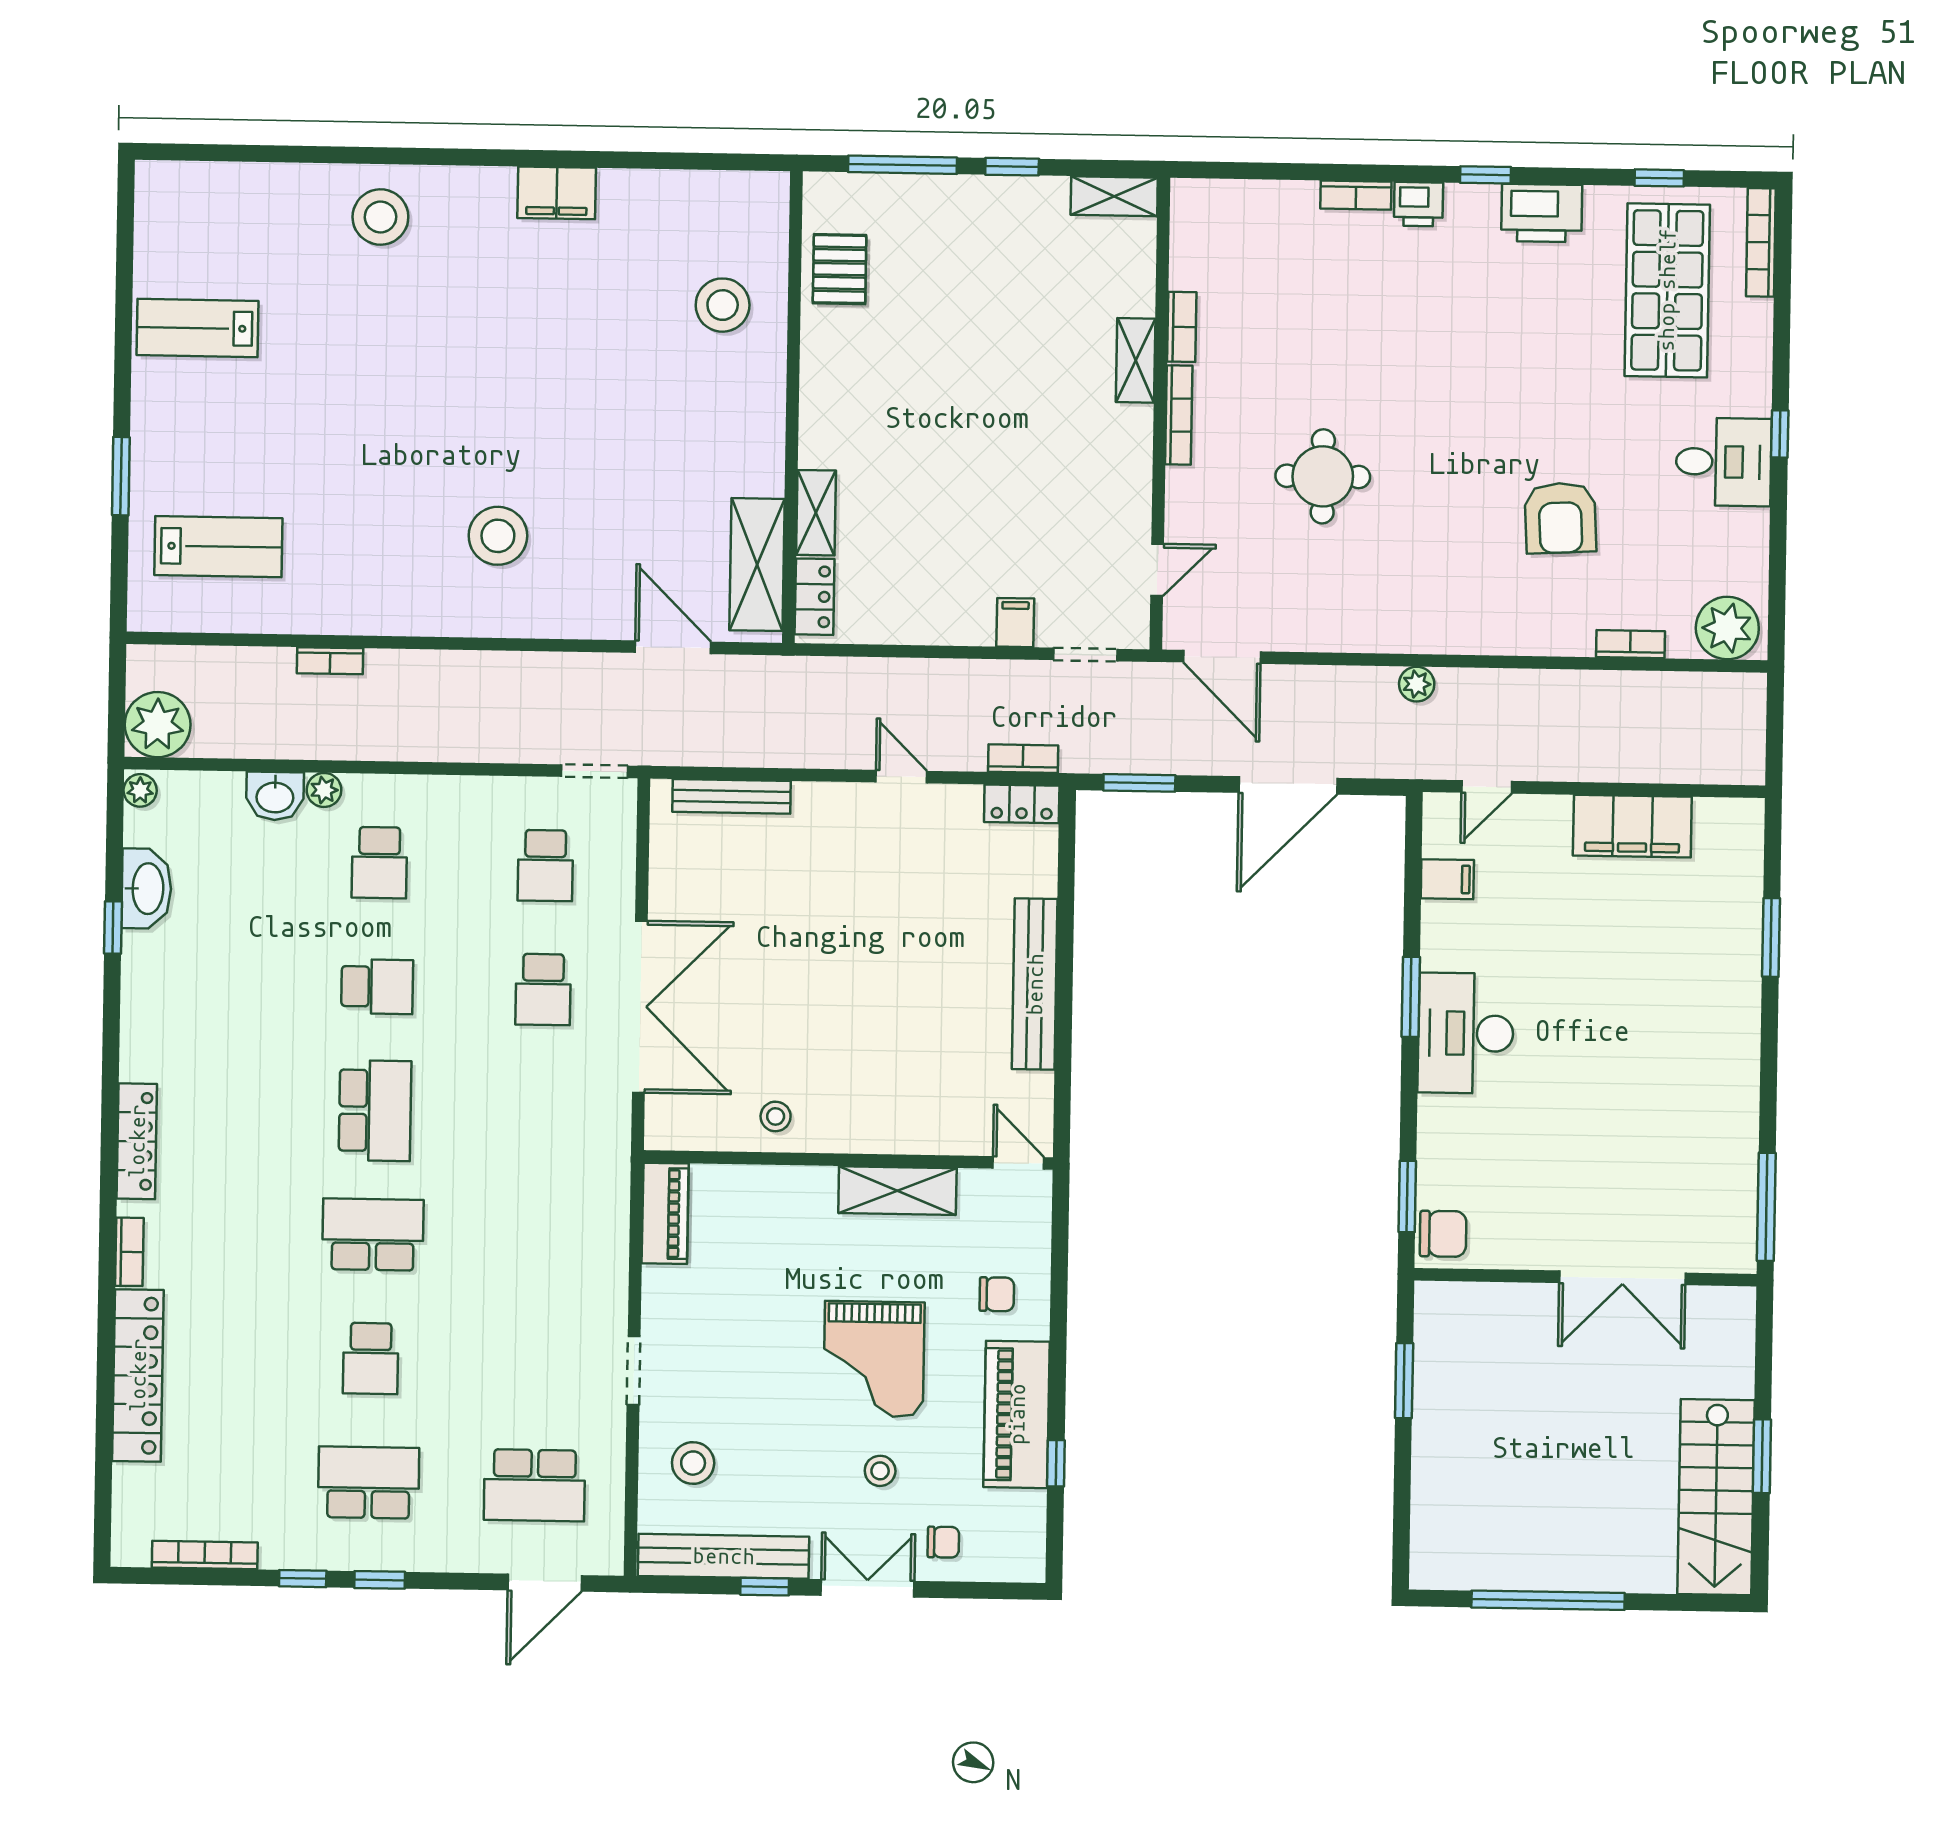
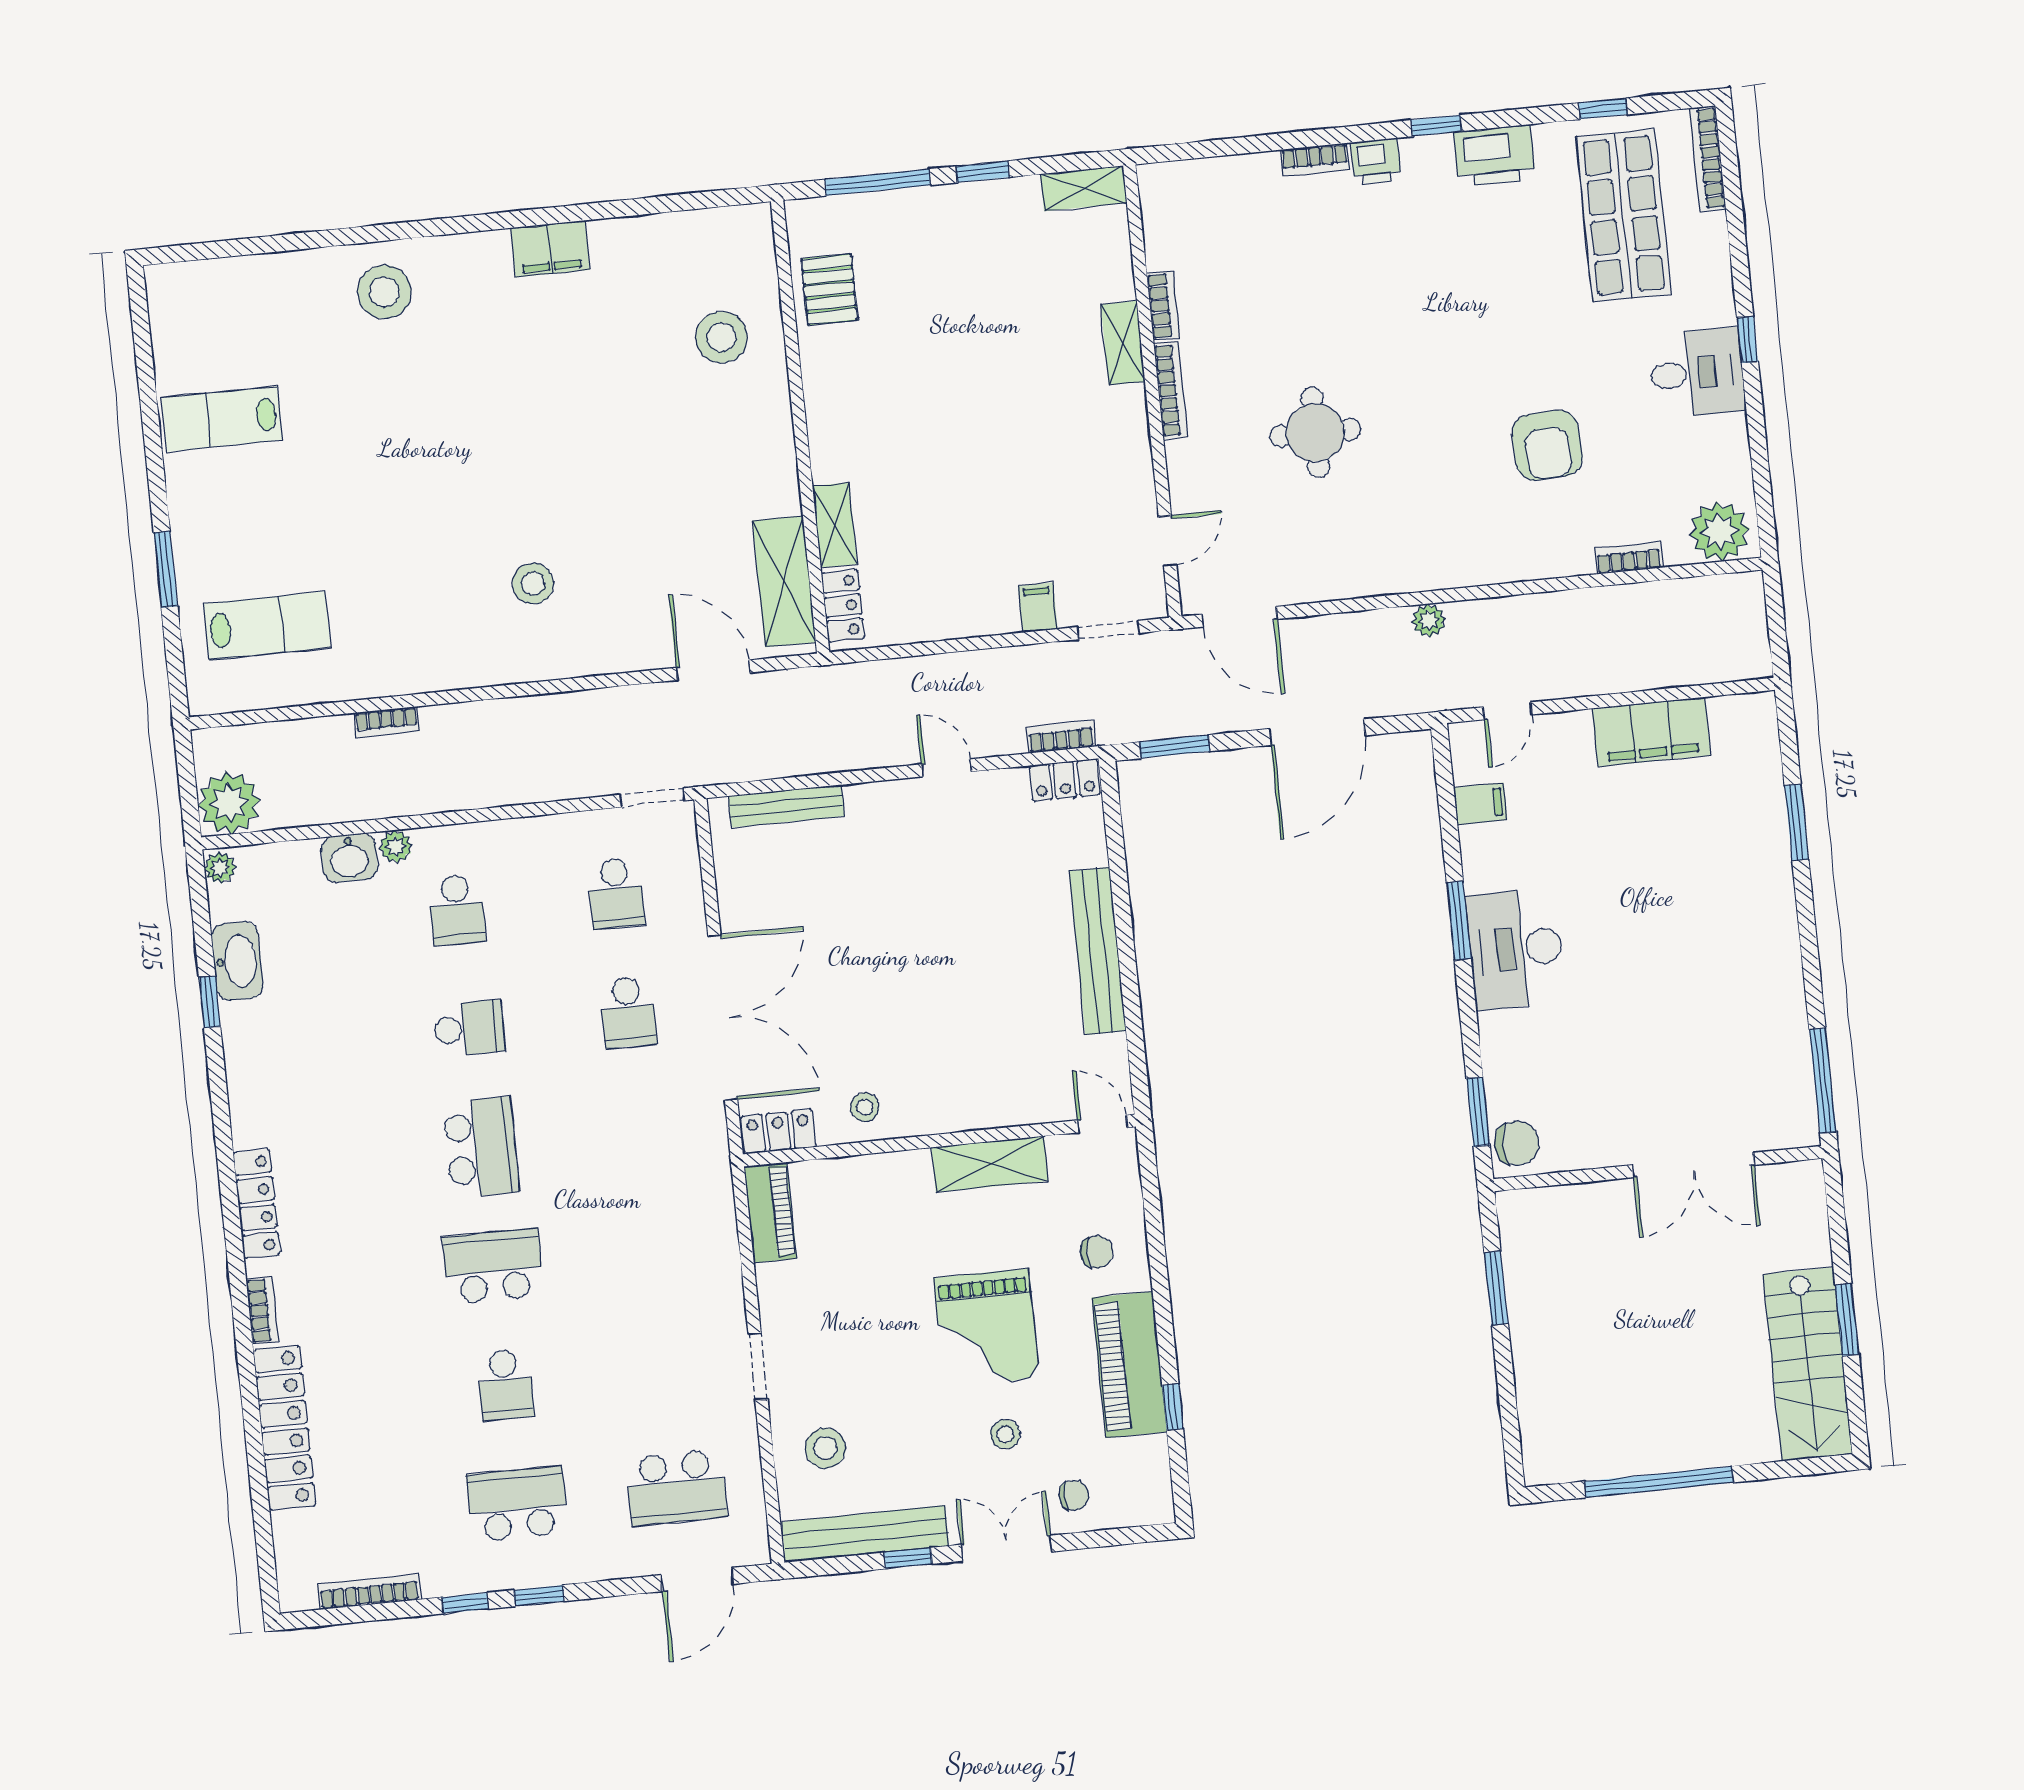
stool: (498, 536) -> (533, 584), width x0.73, depth x0.73
locker: (683, 1131) -> (778, 1132), added

